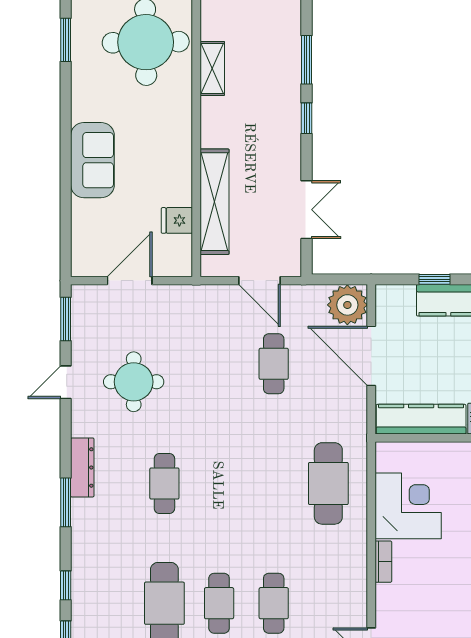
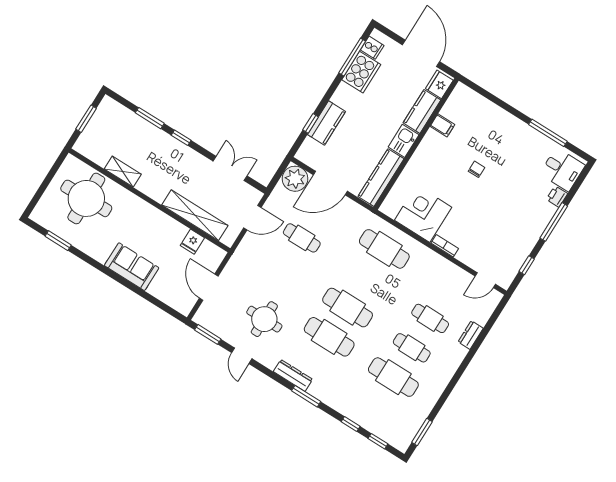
cafe table: (164, 483) -> (329, 337), width x1.37, depth x1.35
cafe table: (219, 483) -> (348, 308), added

